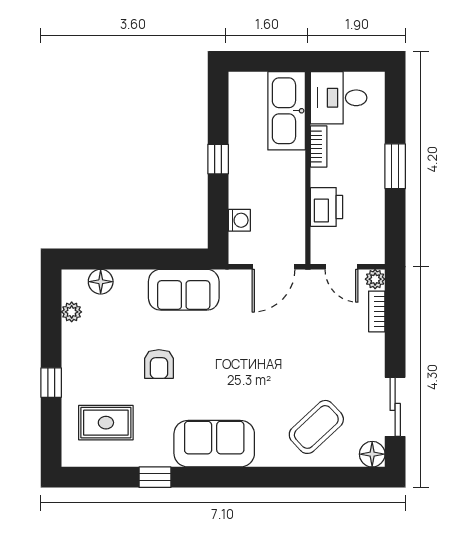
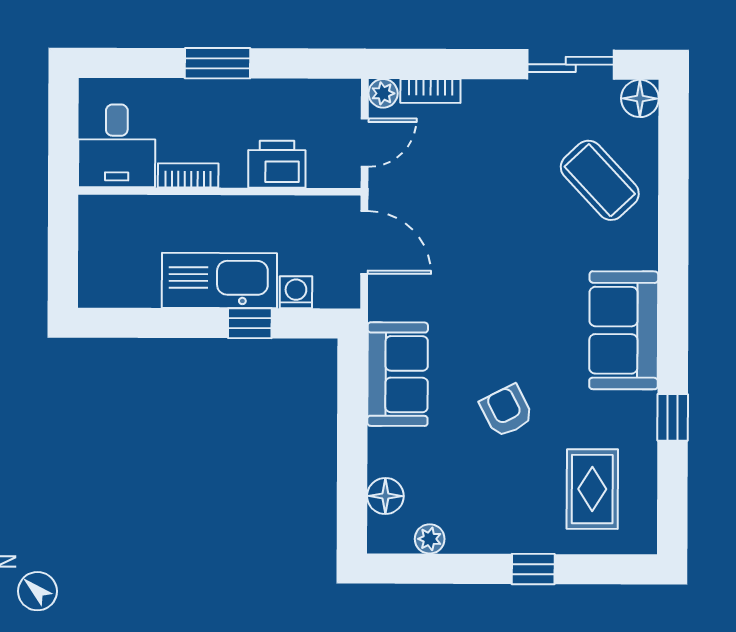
kitchen sink: (287, 111) -> (219, 281), moved, turned 180
window: (218, 159) -> (250, 323), moved
armchair: (159, 364) -> (507, 411), turned -117

